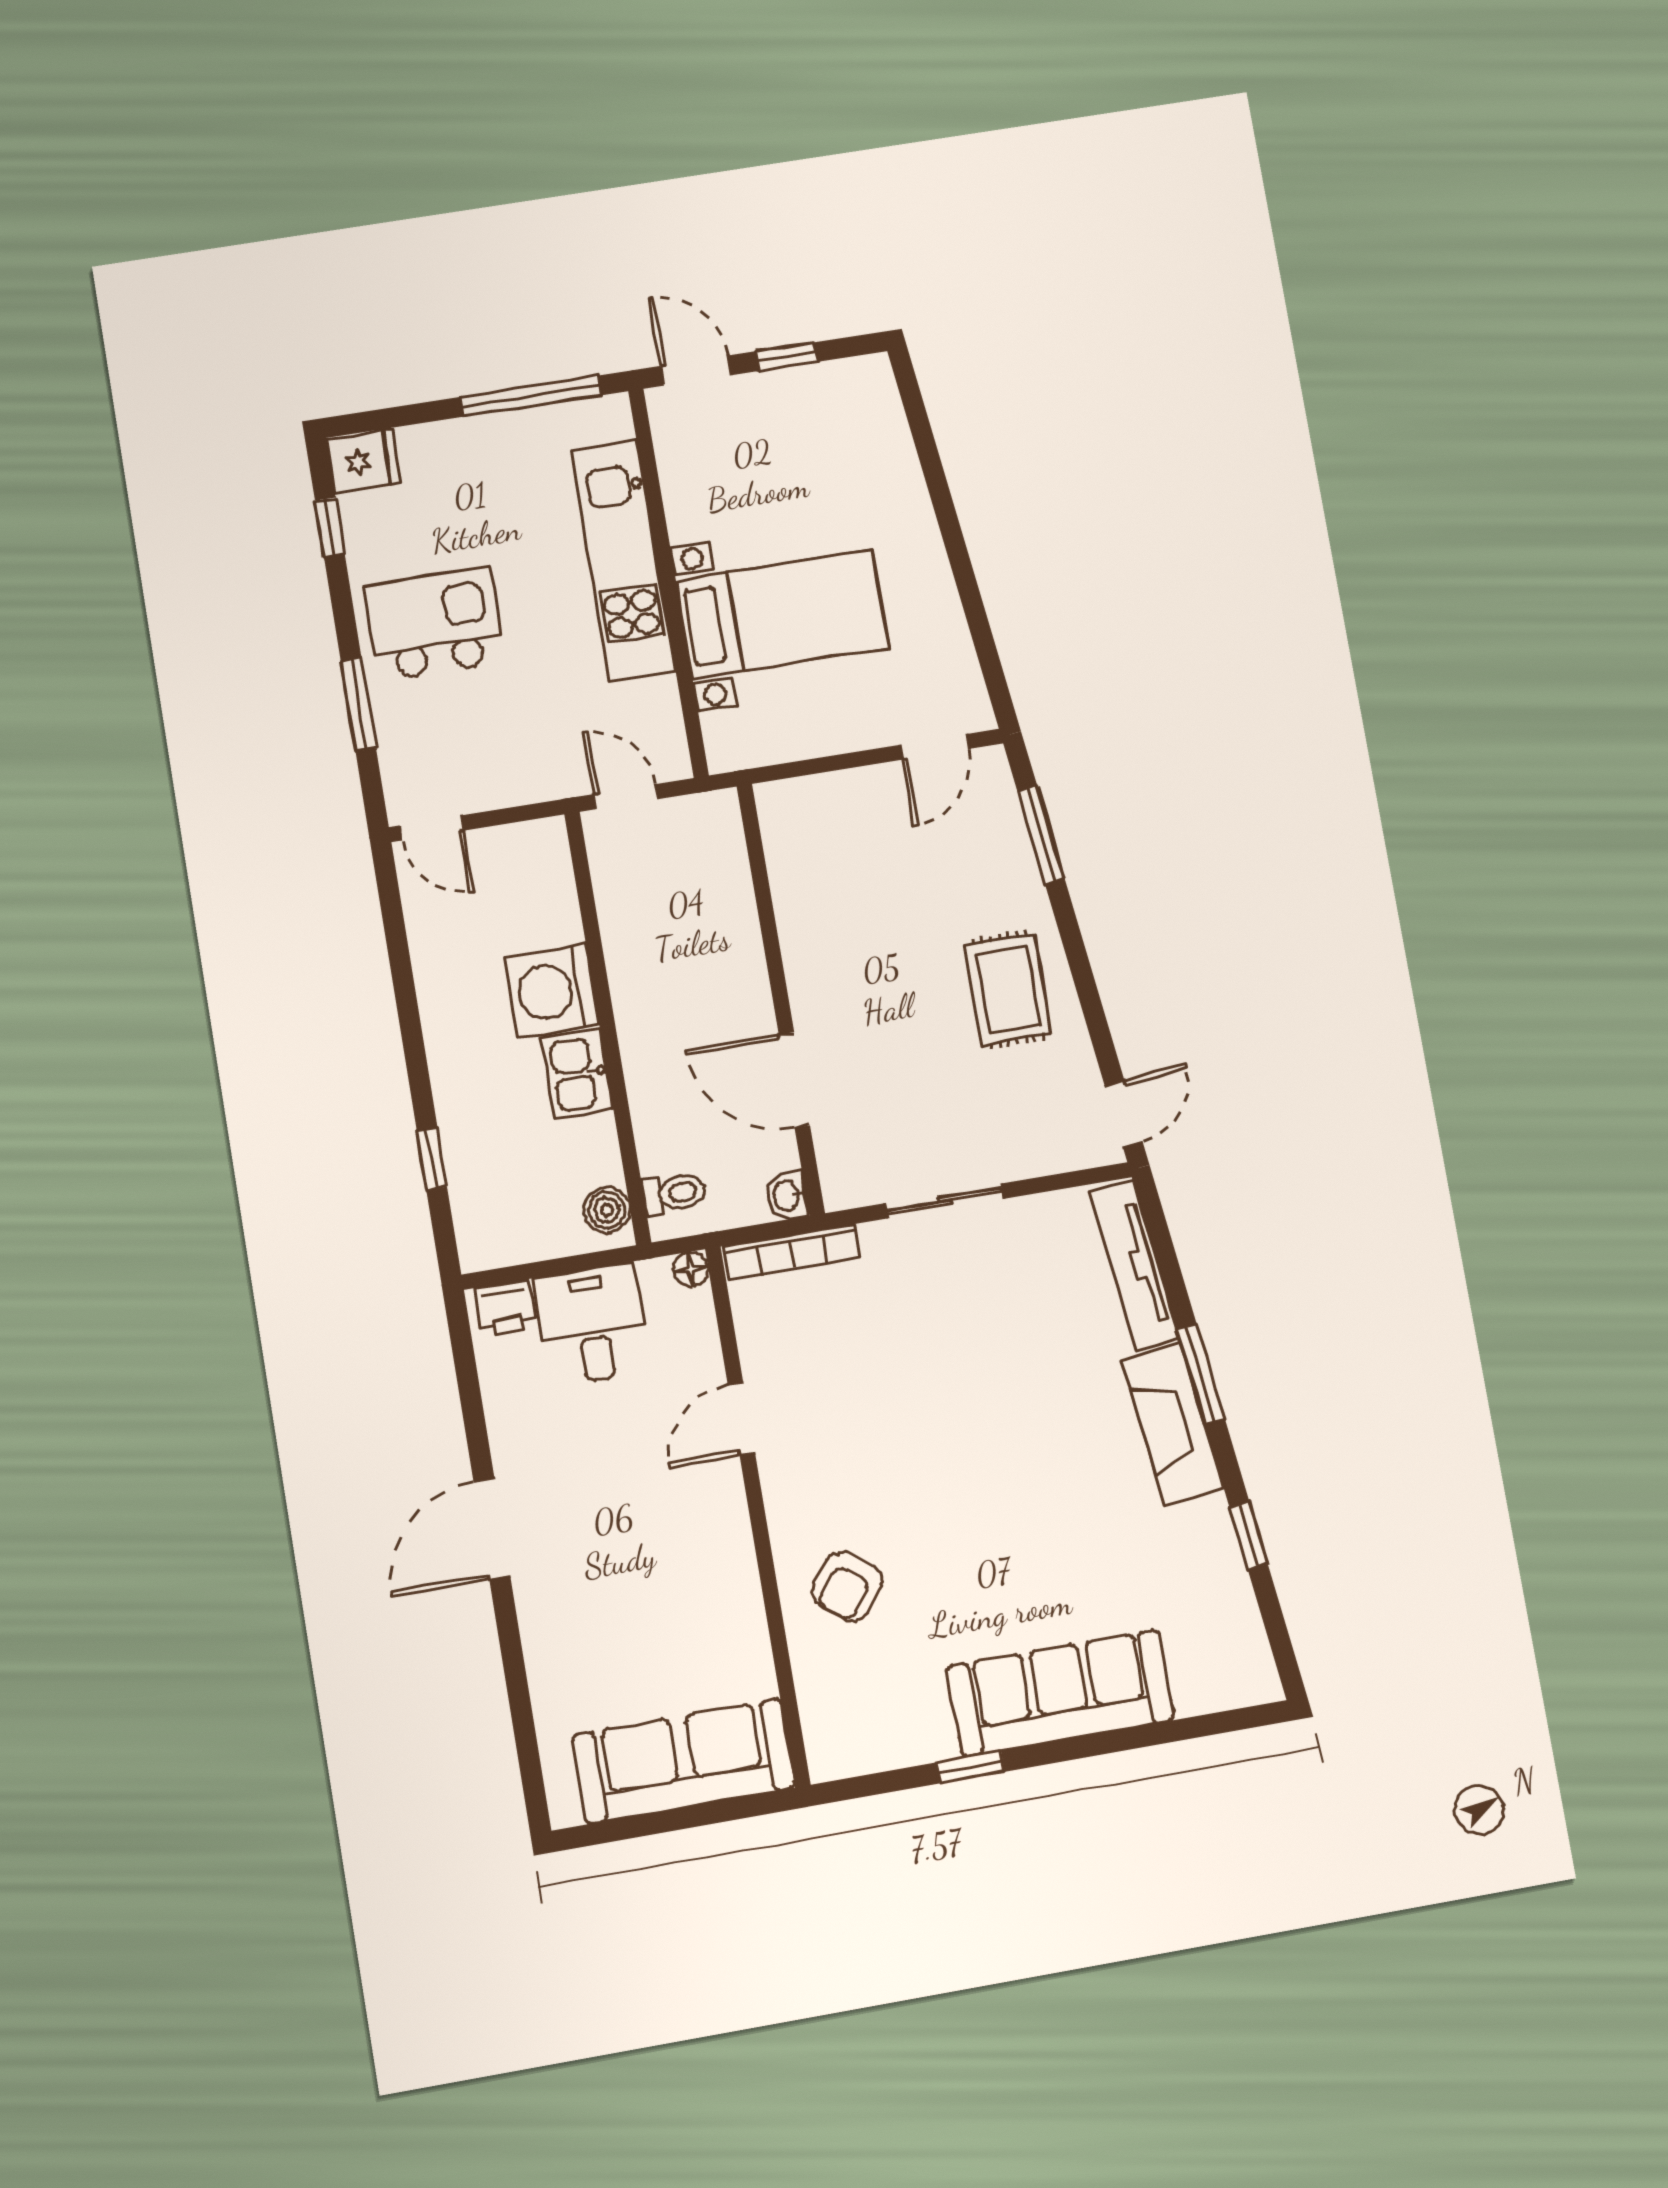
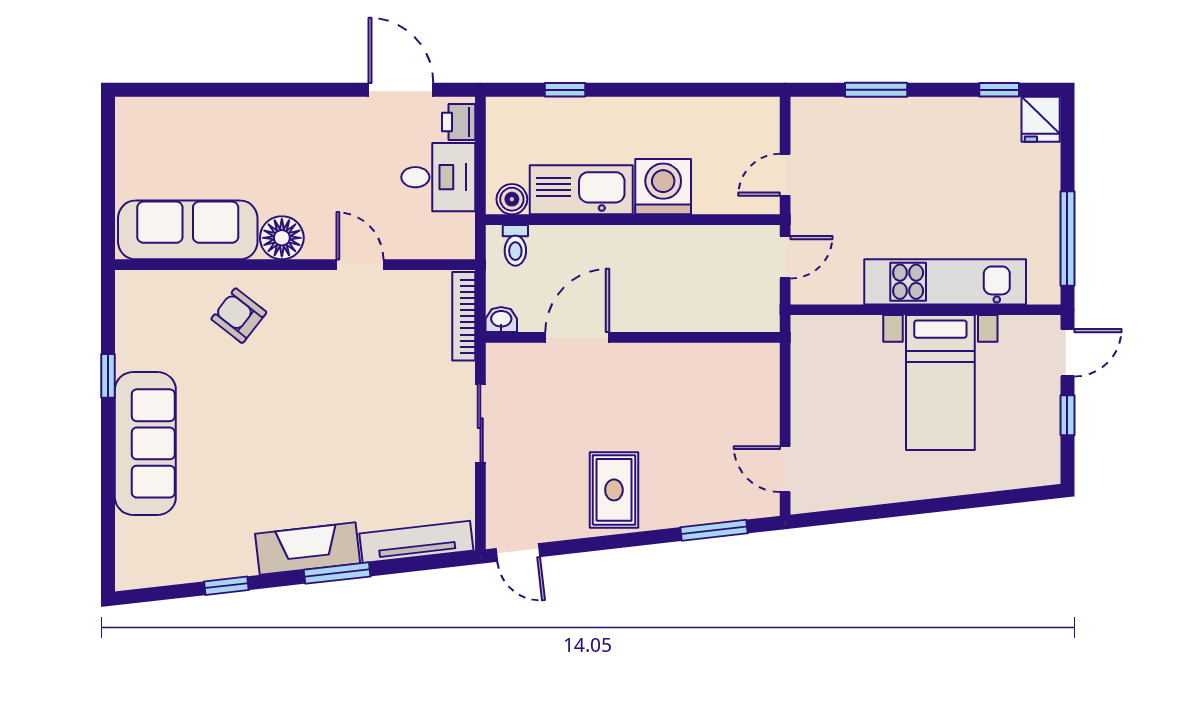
bed with nightstands: (782, 614) -> (940, 382), moved
kitchen island: (434, 624) -> (923, 149), removed
door: (432, 828) -> (785, 175), moved
rug: (1008, 989) -> (614, 490), turned 90
kitchen sink: (577, 1074) -> (581, 190), width x1.88, depth x1.24
floor lamp: (691, 1269) -> (282, 238), moved, width x1.89, depth x1.89
door: (492, 1529) -> (401, 90), moved
sofa: (684, 1761) -> (188, 230), moved, turned -90

